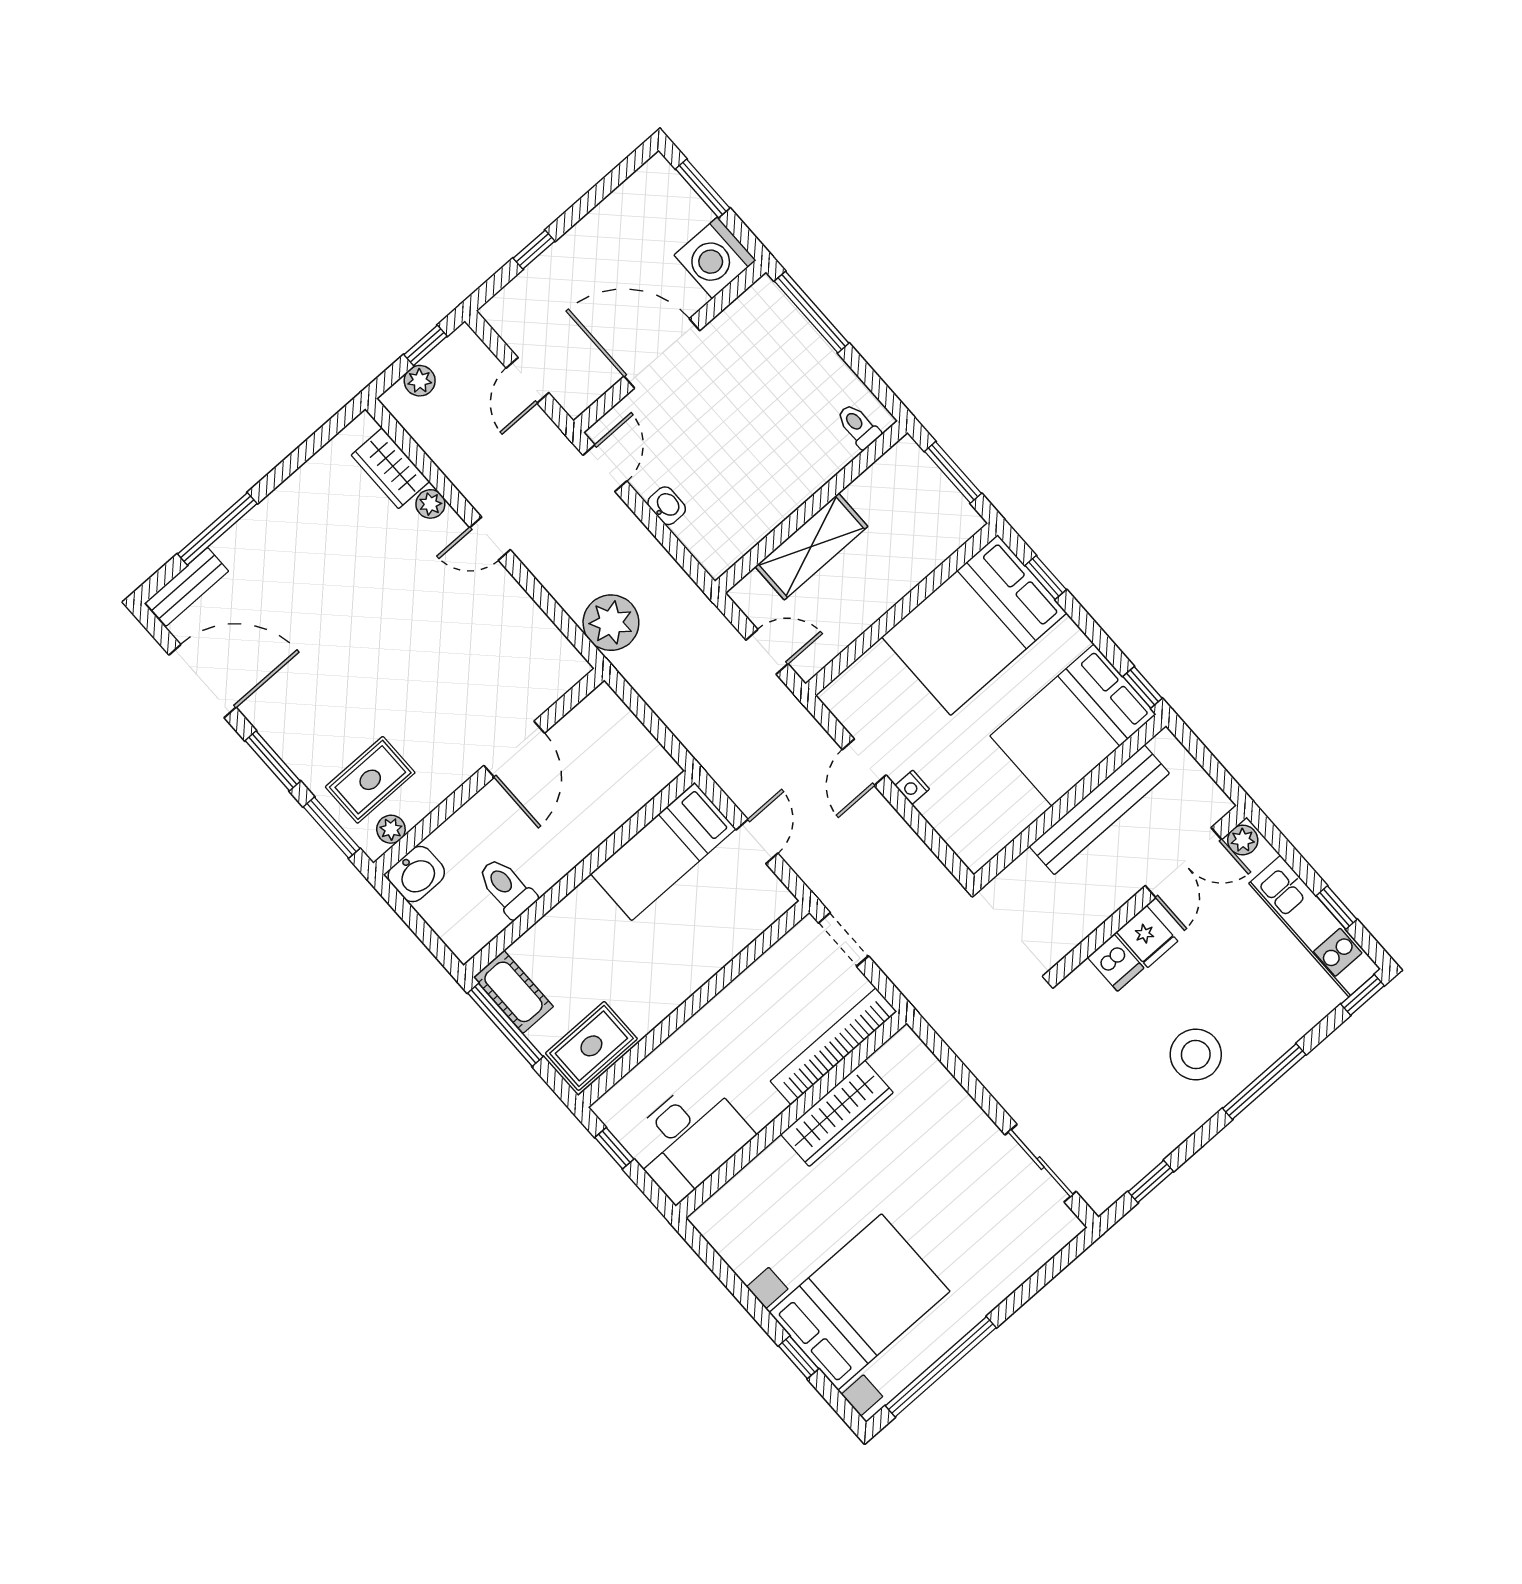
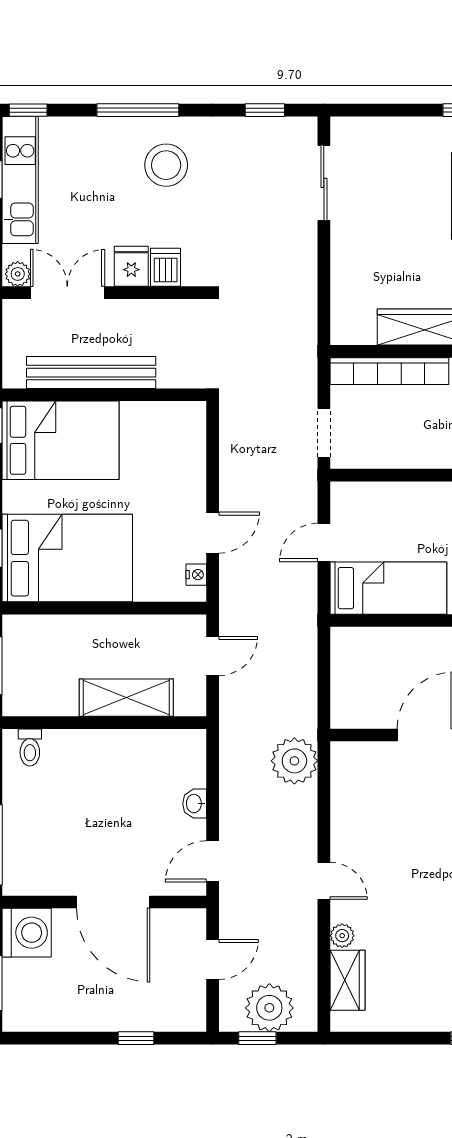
plant: (420, 381) -> (269, 1008), width x1.88, depth x1.88
door: (767, 652) -> (213, 656), swing flipped
nightstand: (912, 787) -> (196, 575), moved

